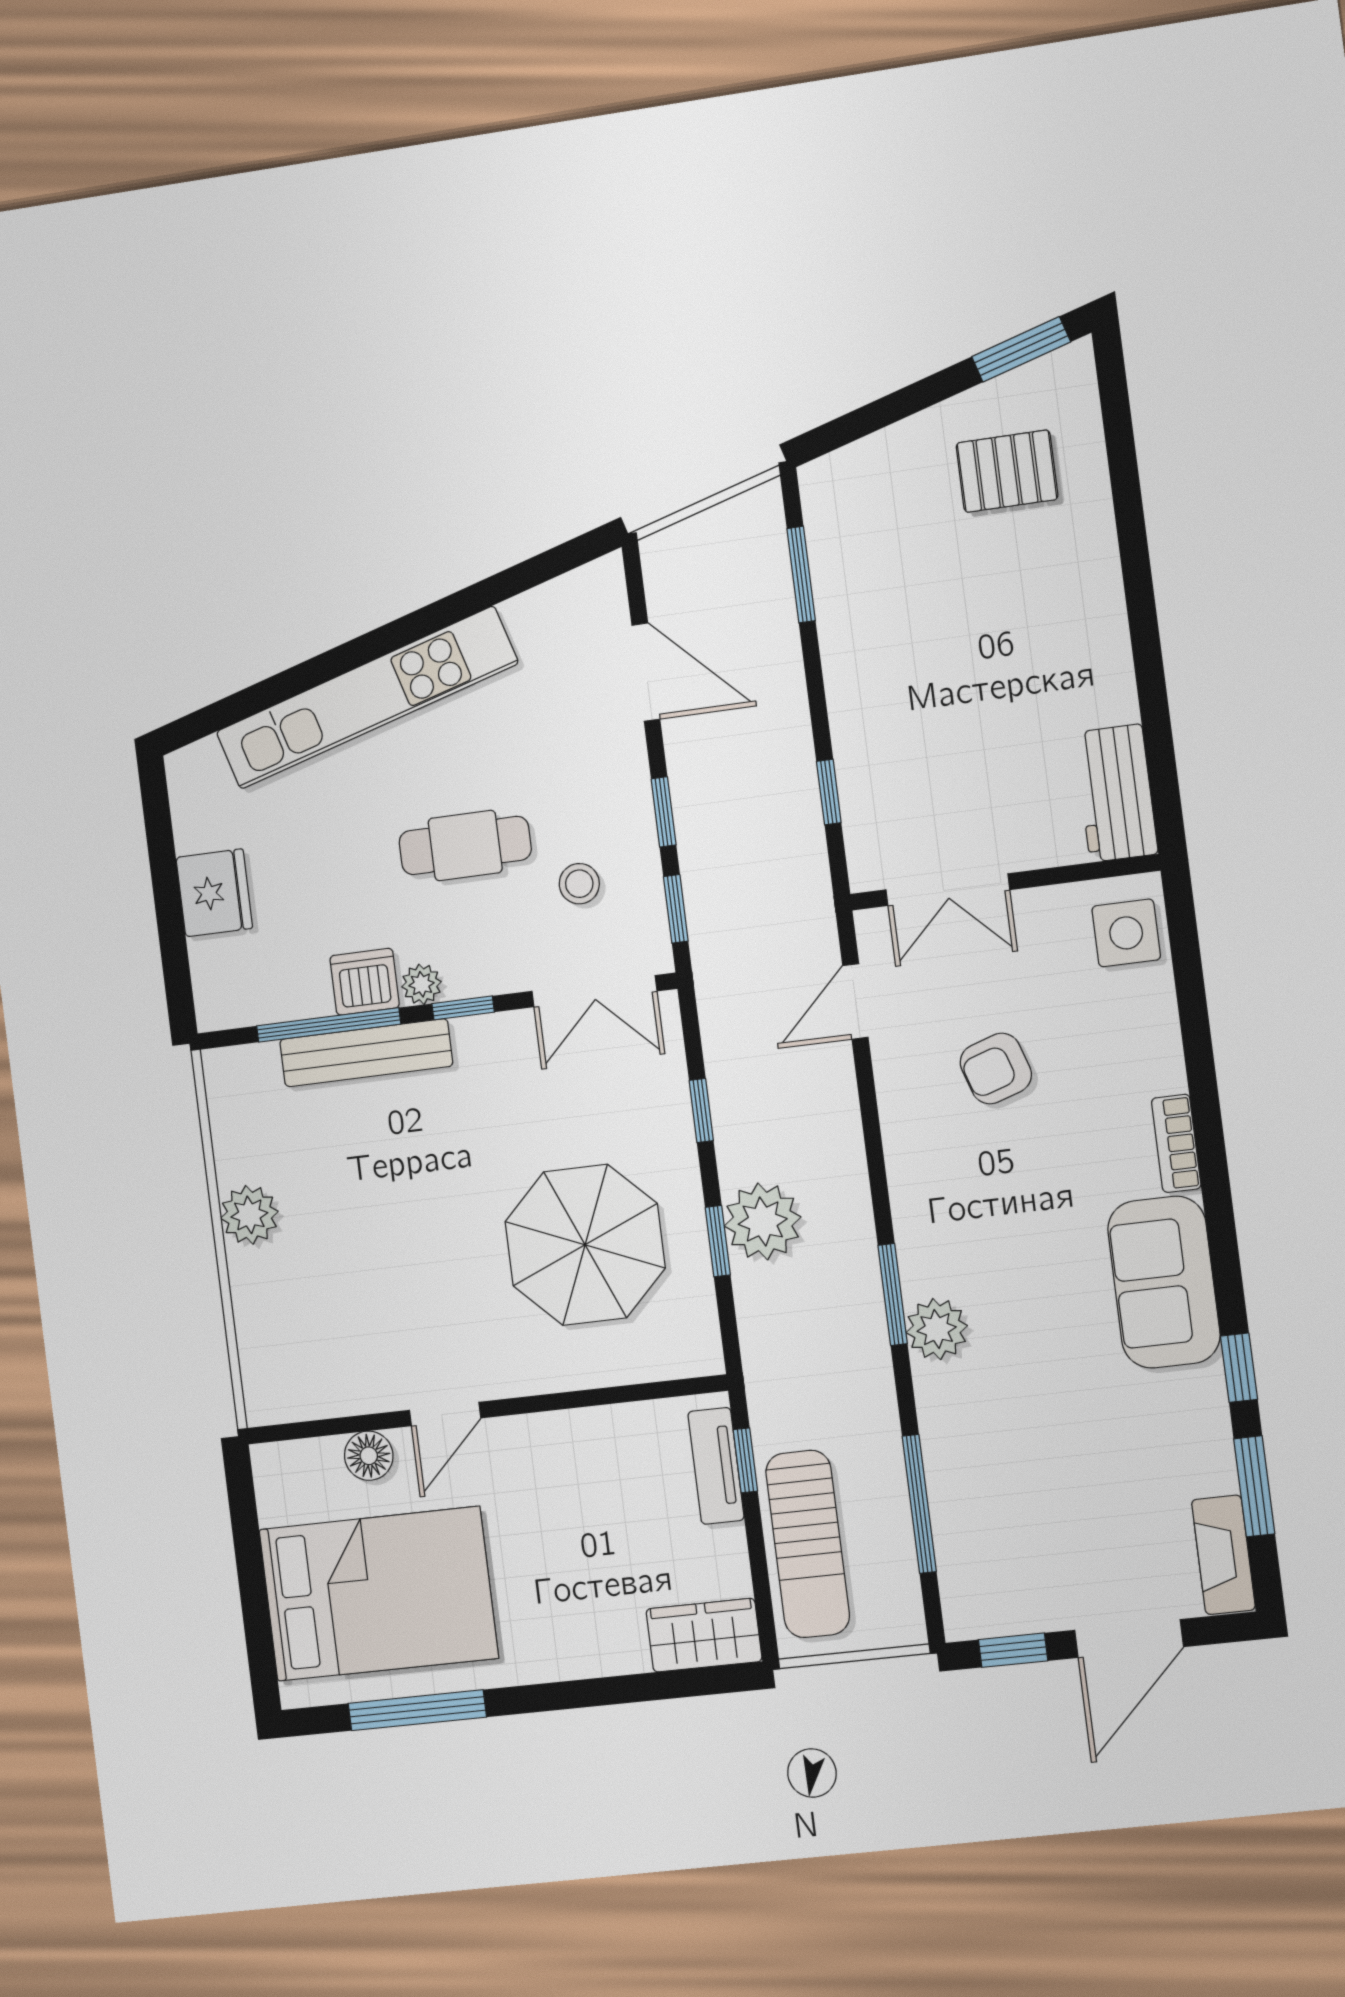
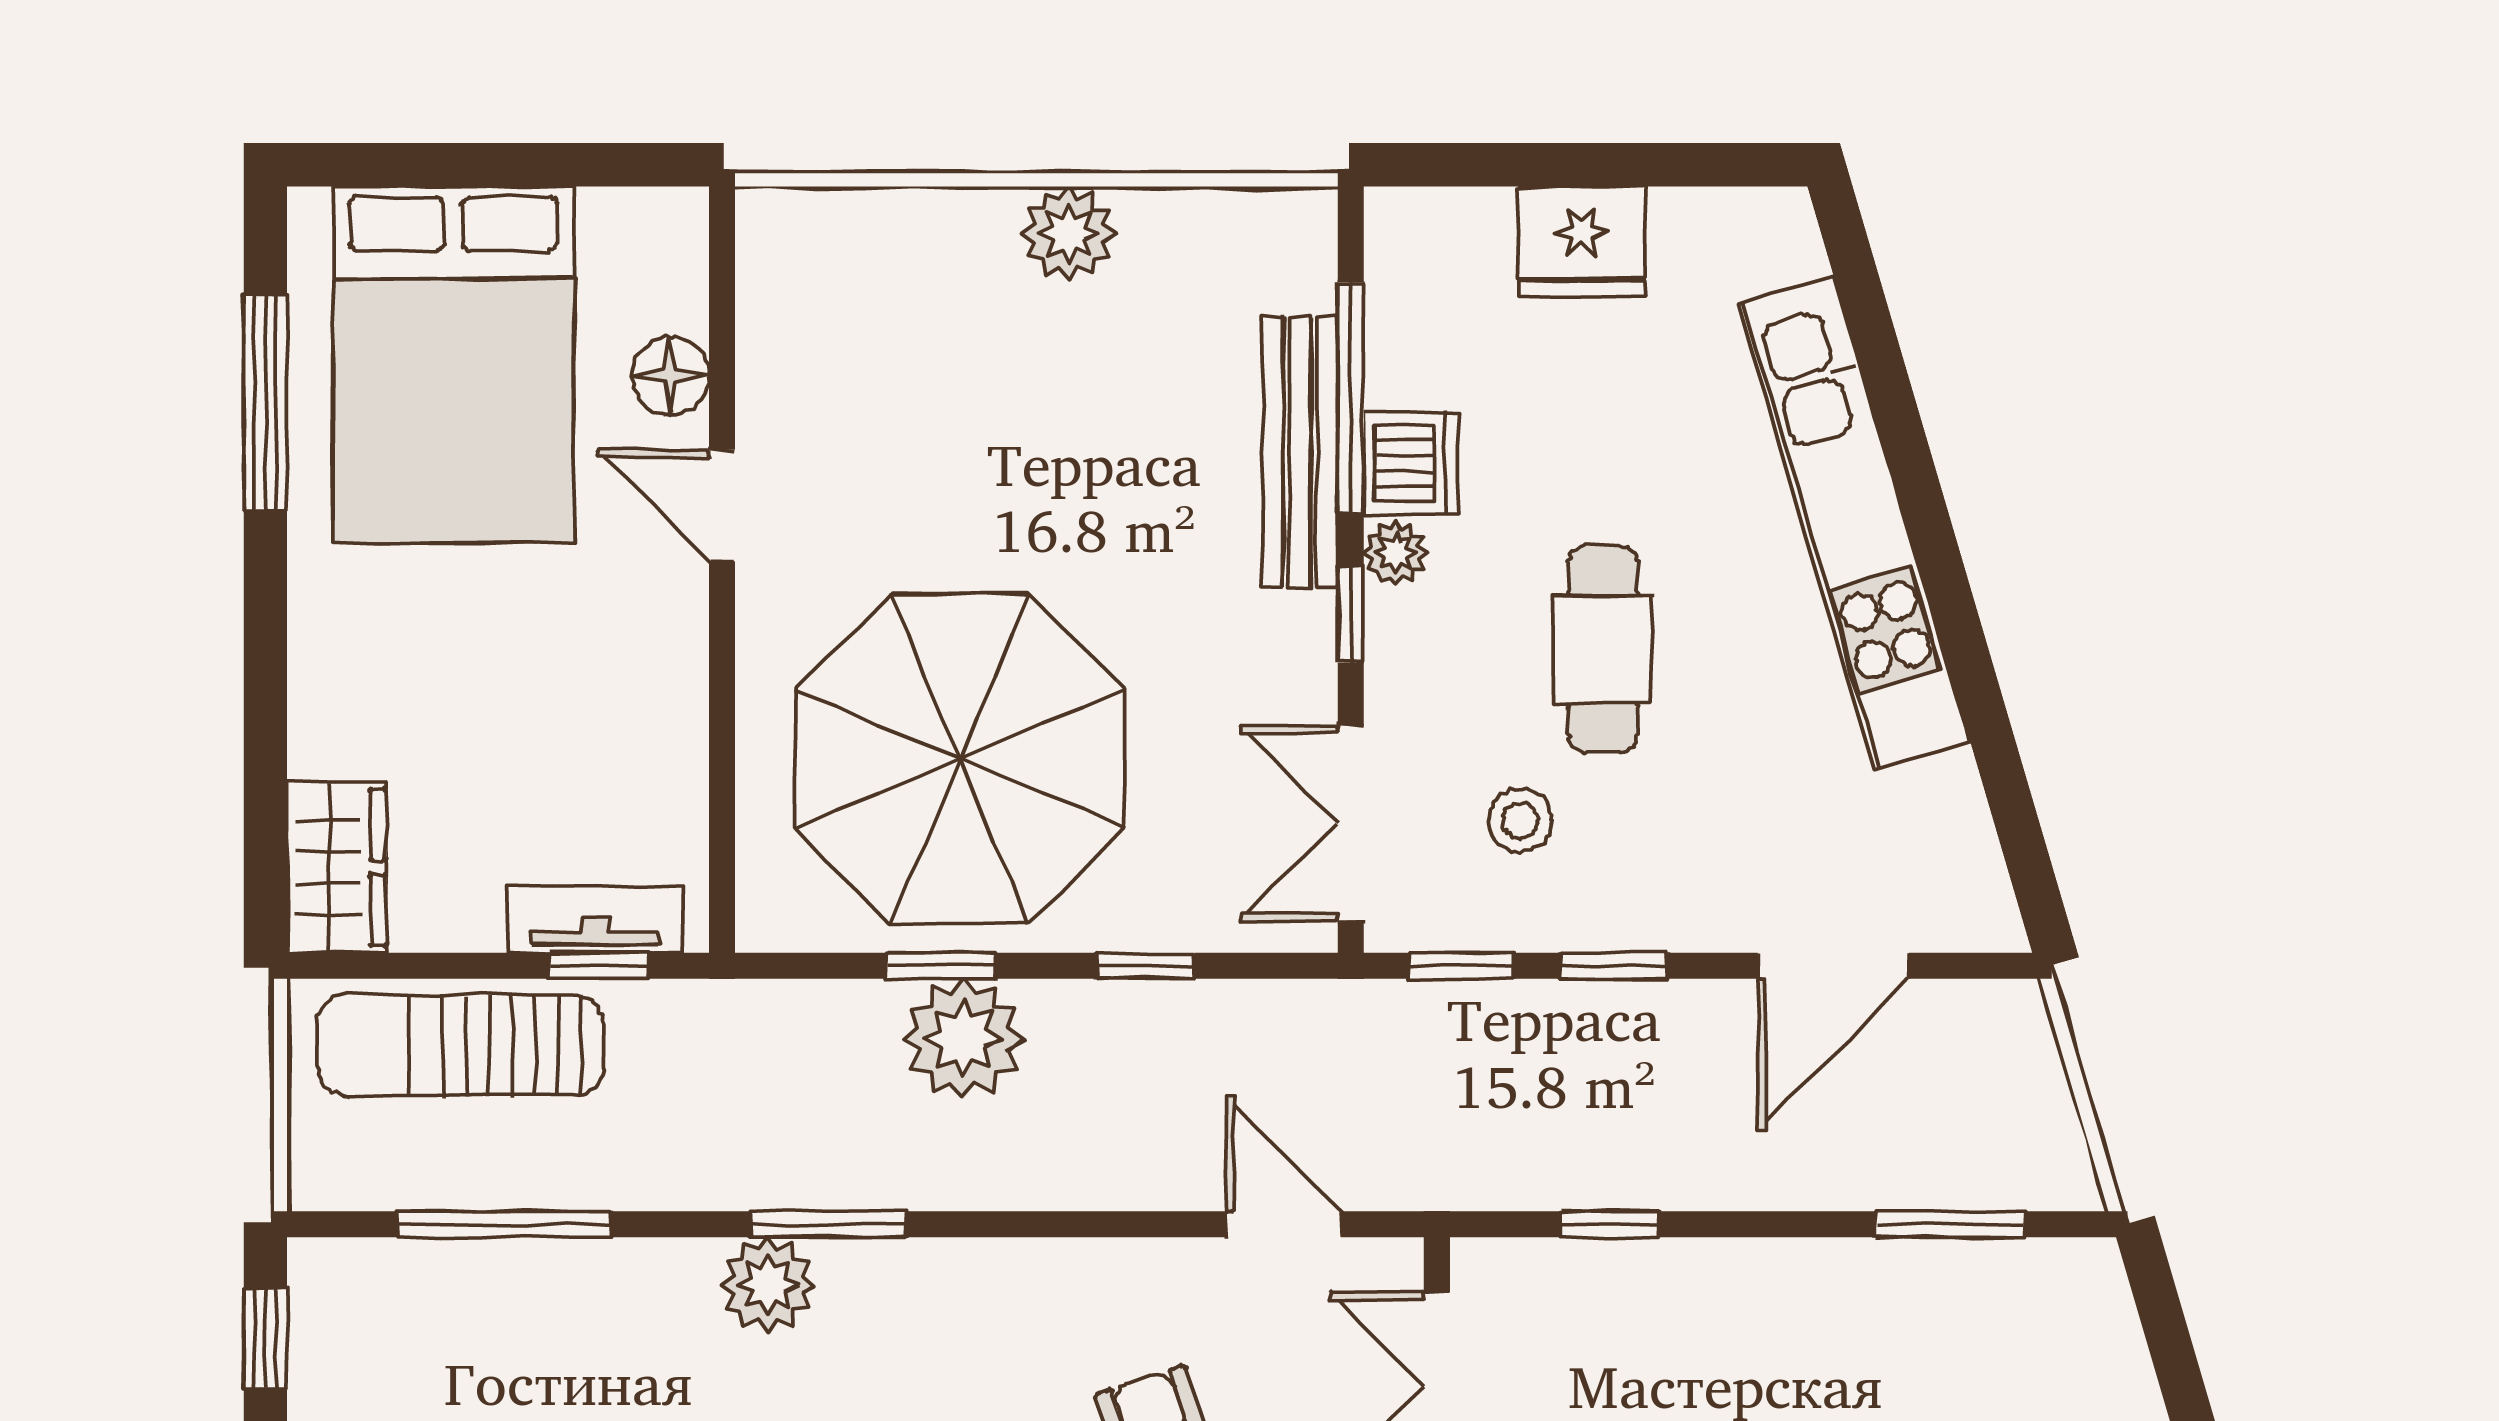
parasol: (585, 1245) -> (960, 759), width x1.36, depth x1.36

